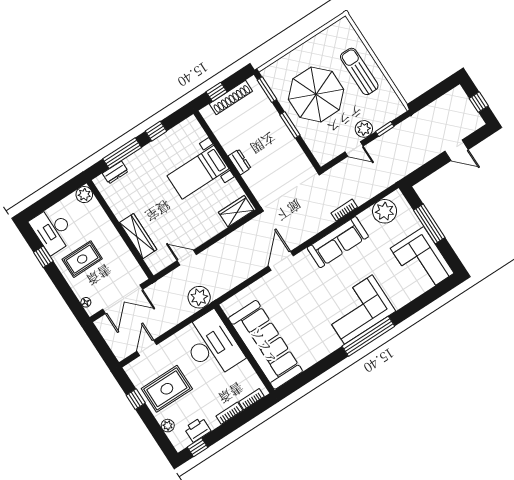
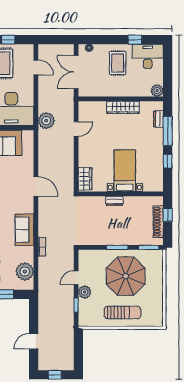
wardrobe: (138, 236) -> (123, 107), moved
sofa: (338, 242) -> (24, 230), width x0.73

